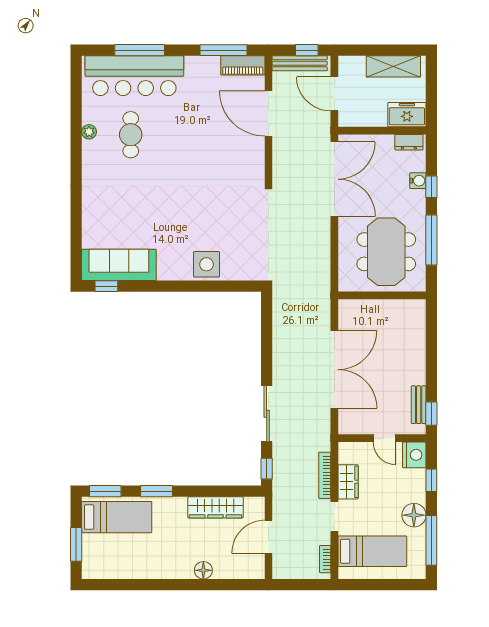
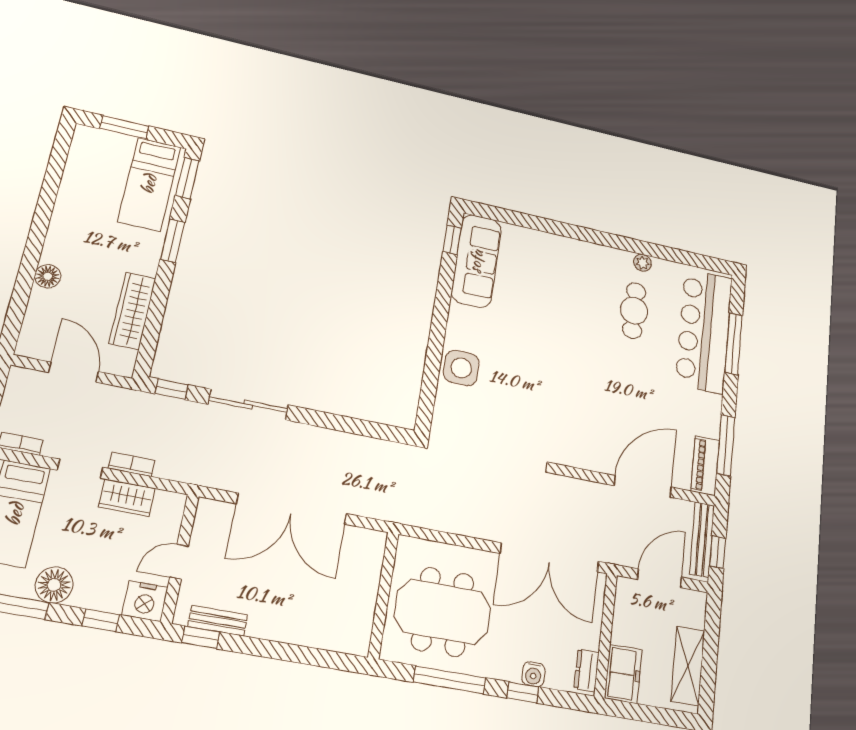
cafe table: (131, 135) -> (634, 311), turned 90
bookcase: (325, 475) -> (132, 464), width x0.64

